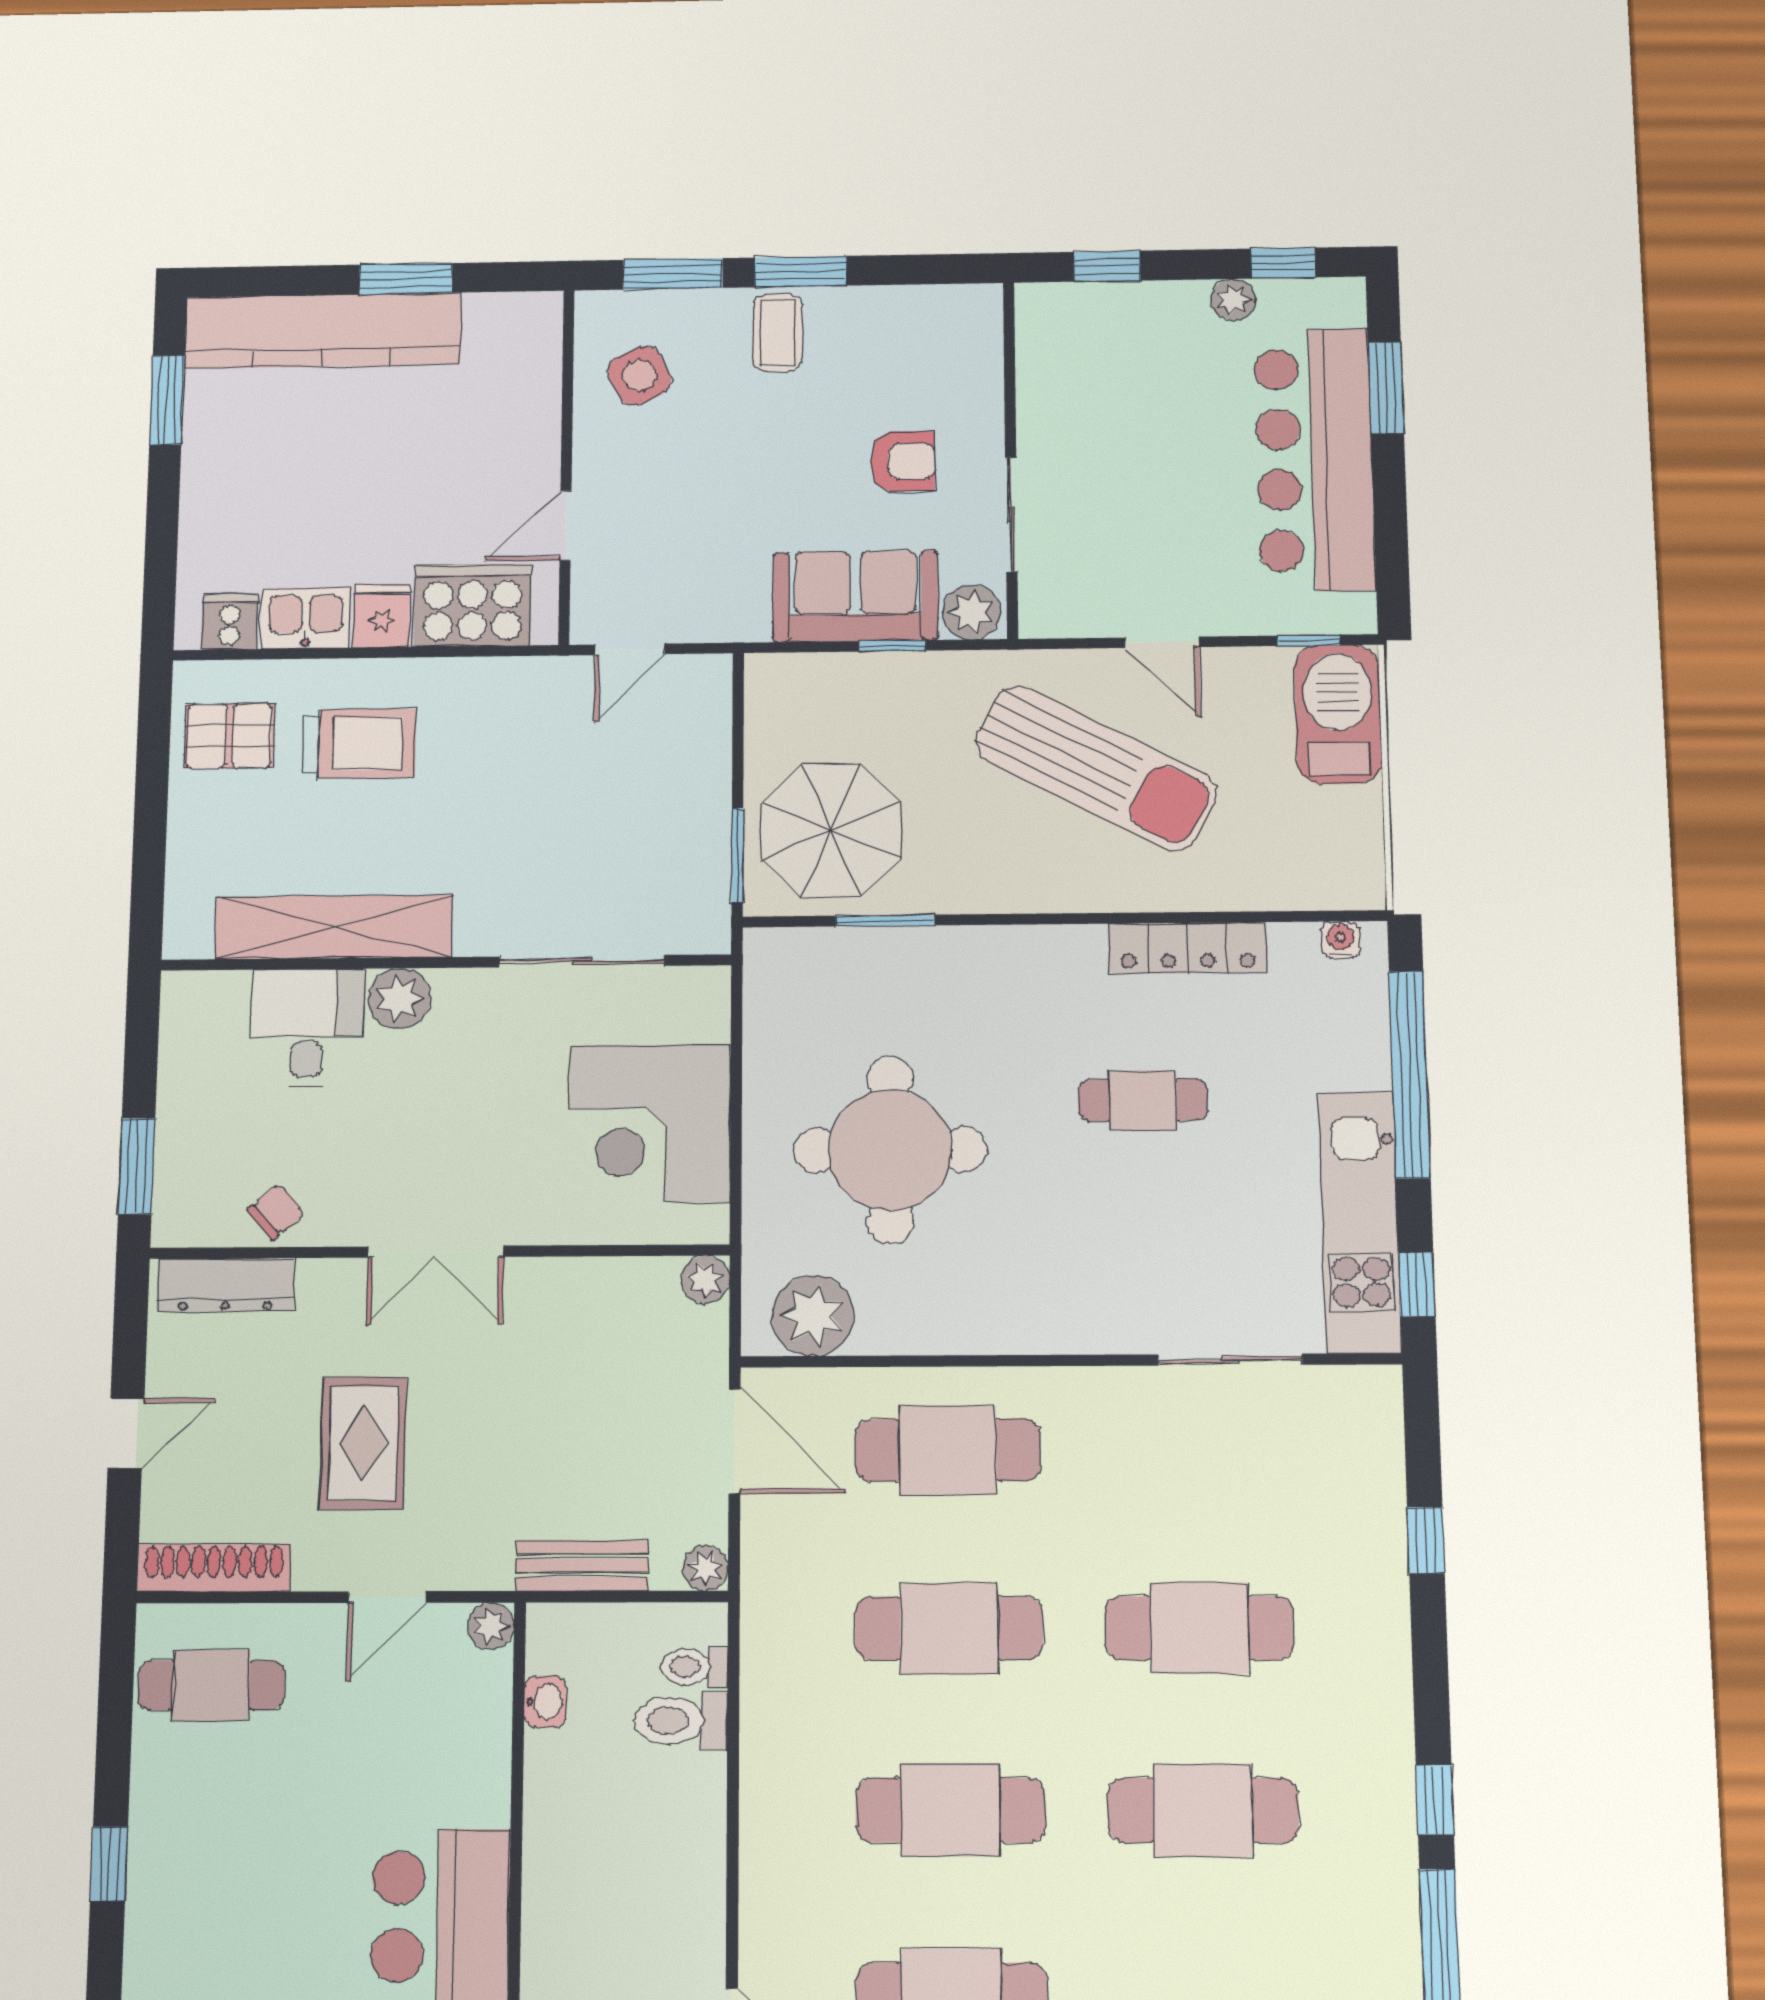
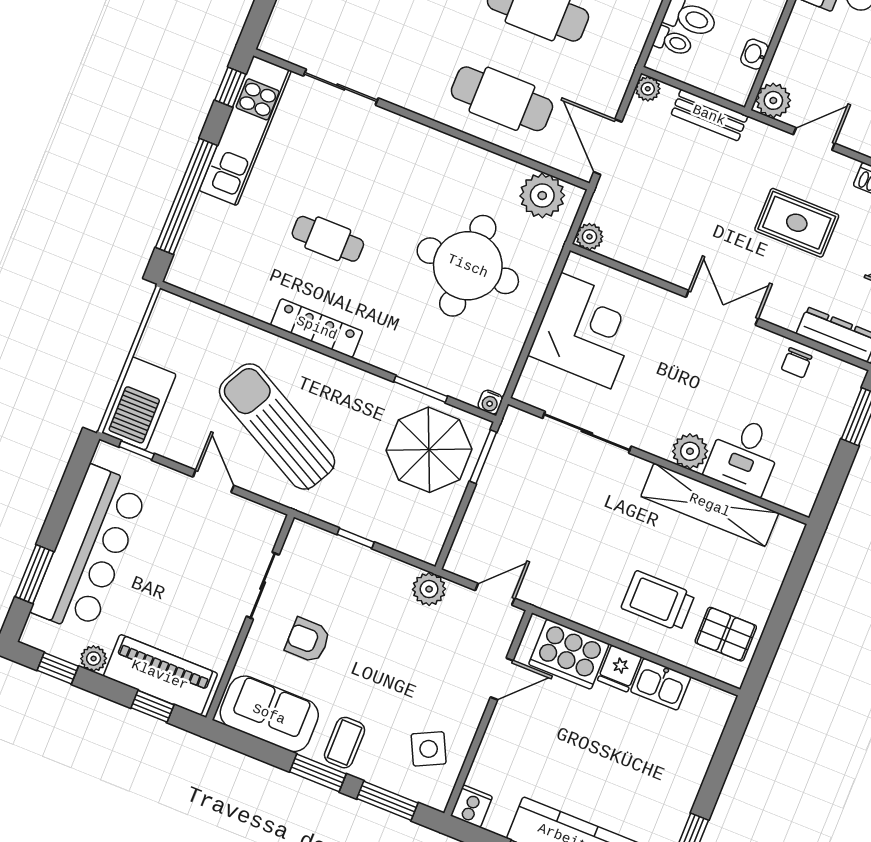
piano: (1115, 318) -> (160, 675), added
sofa: (855, 596) -> (269, 714), moved, turned 180
plant: (971, 612) -> (429, 589), moved
cooker: (230, 622) -> (471, 806), moved, turned 180
water cooler: (1341, 940) -> (490, 402), moved
locker: (1188, 948) -> (317, 328), moved
chair: (276, 1212) -> (797, 363), turned -50
rug: (363, 1443) -> (797, 223), turned 90
plant: (491, 1626) -> (773, 100), width x1.38, depth x1.38

